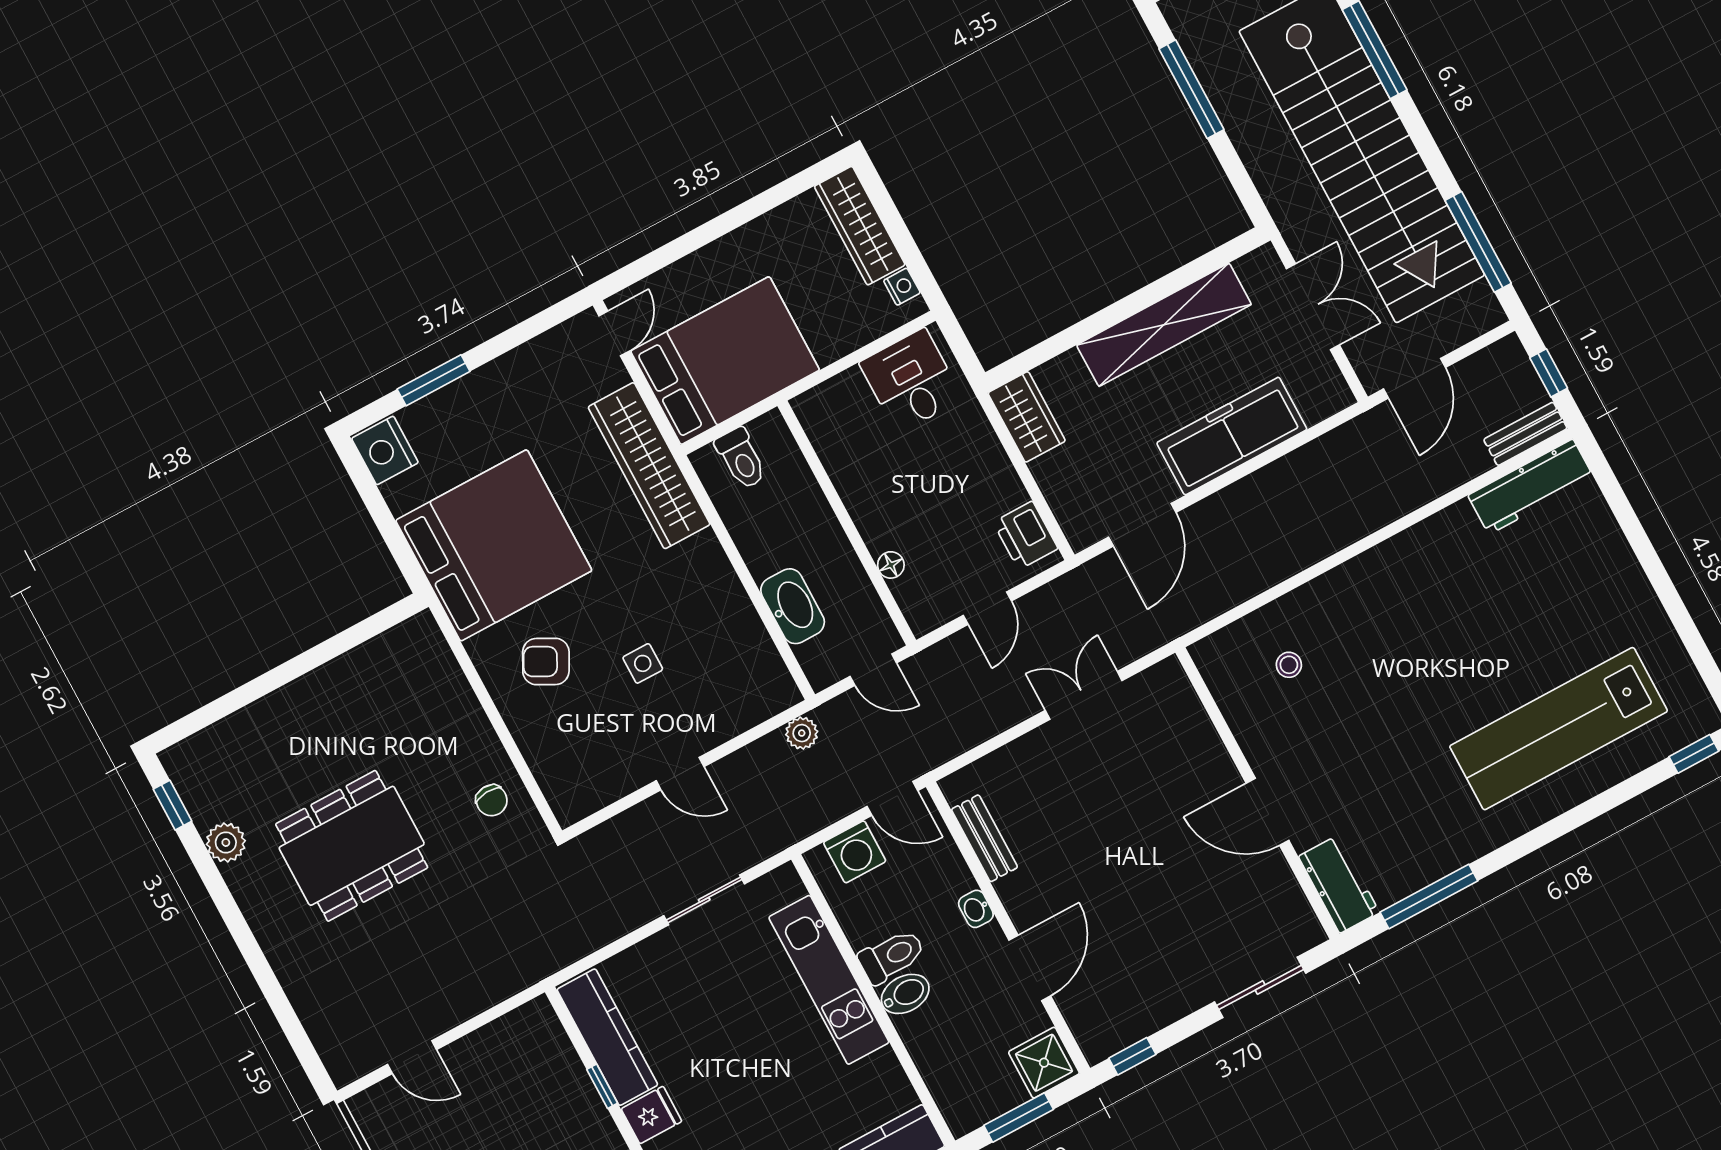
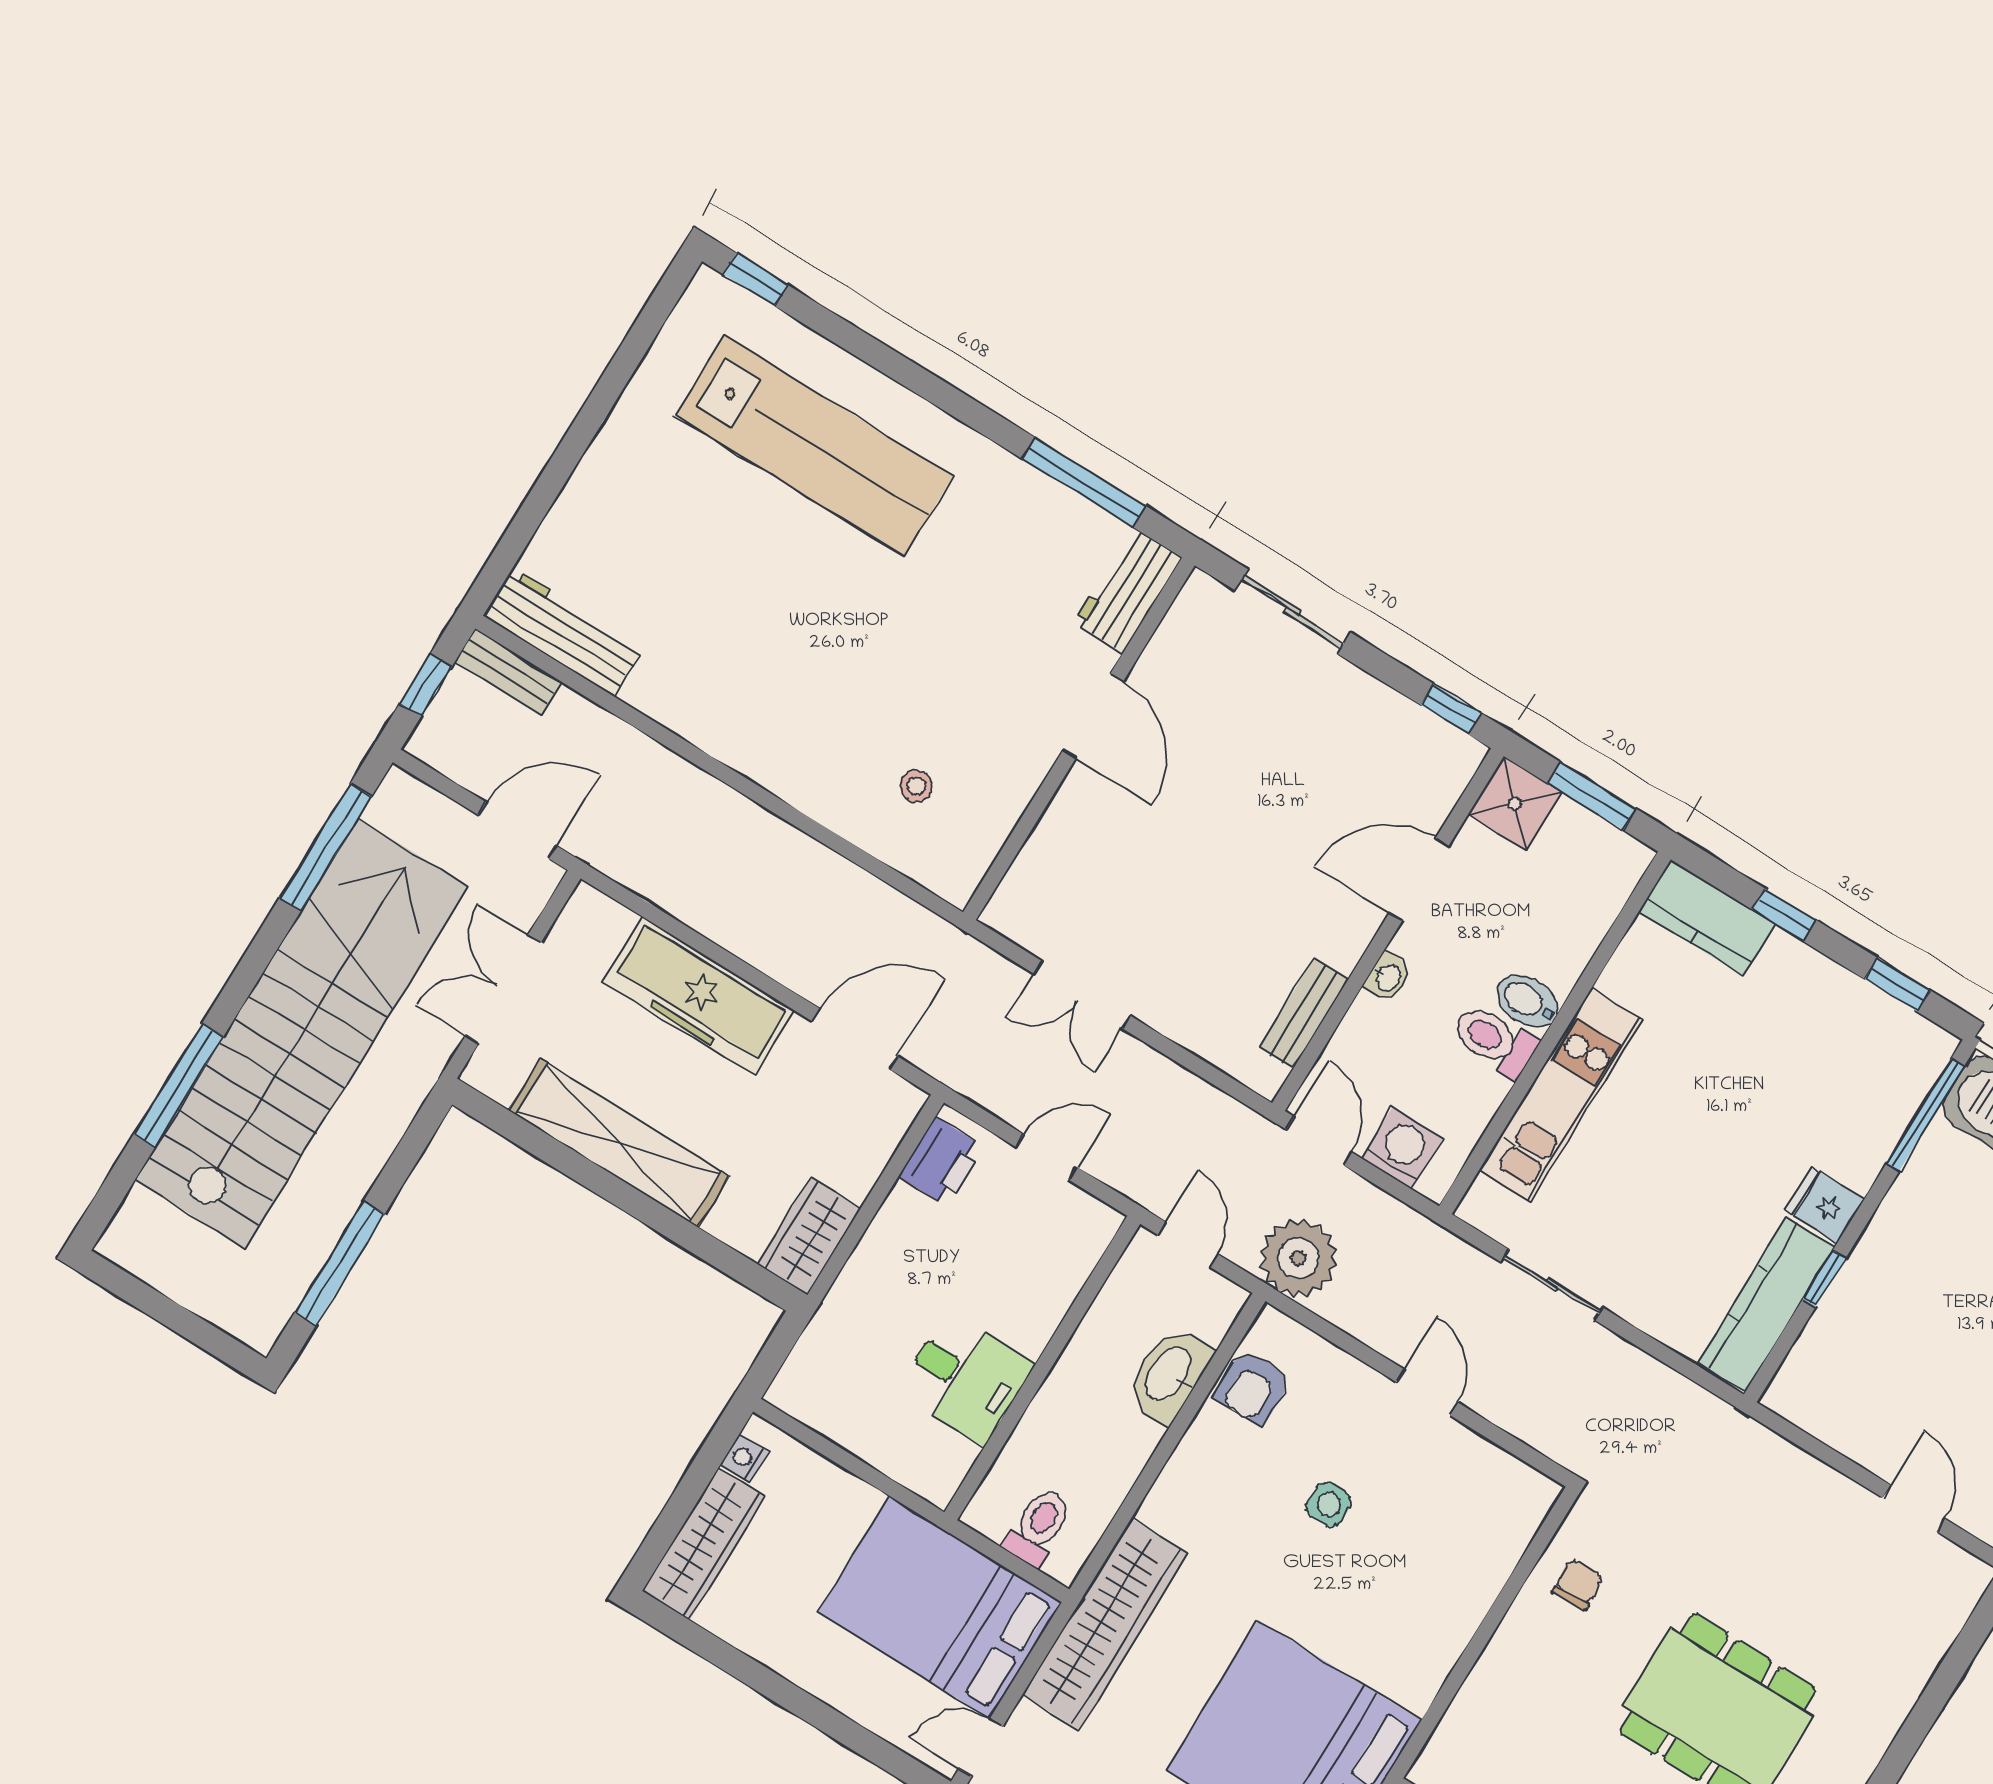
desk: (911, 381) -> (965, 1378), moved, turned -90
floor lamp: (891, 565) -> (1061, 1292), removed
armchair: (546, 661) -> (1253, 1387), moved, turned 62
plant: (802, 733) -> (1298, 1258), width x1.88, depth x1.88

